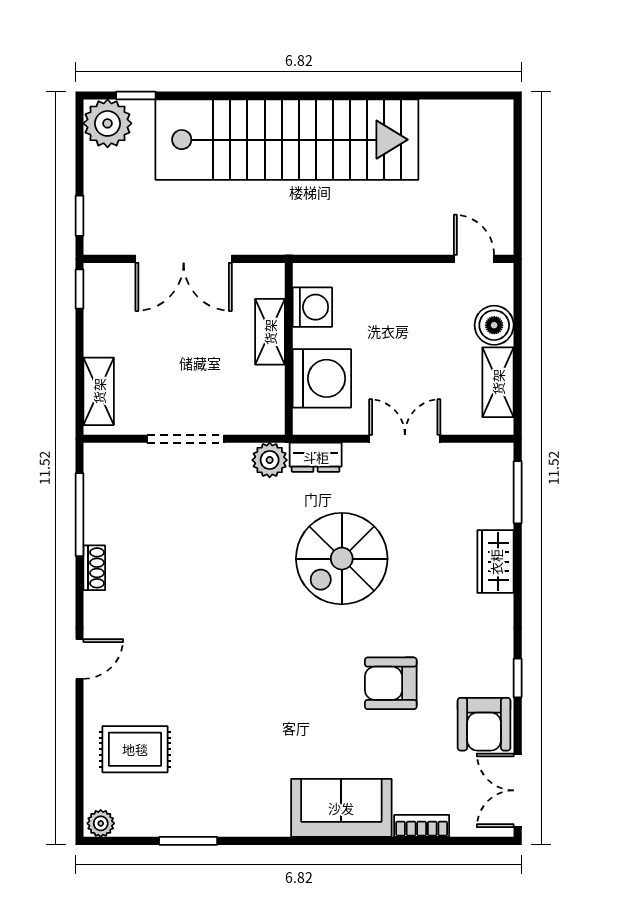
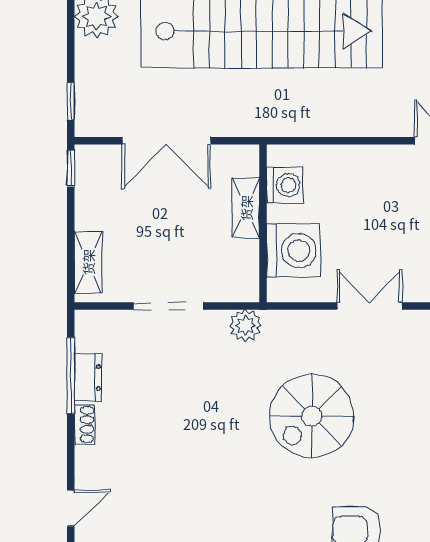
dresser: (316, 457) -> (88, 378), moved, turned -90

